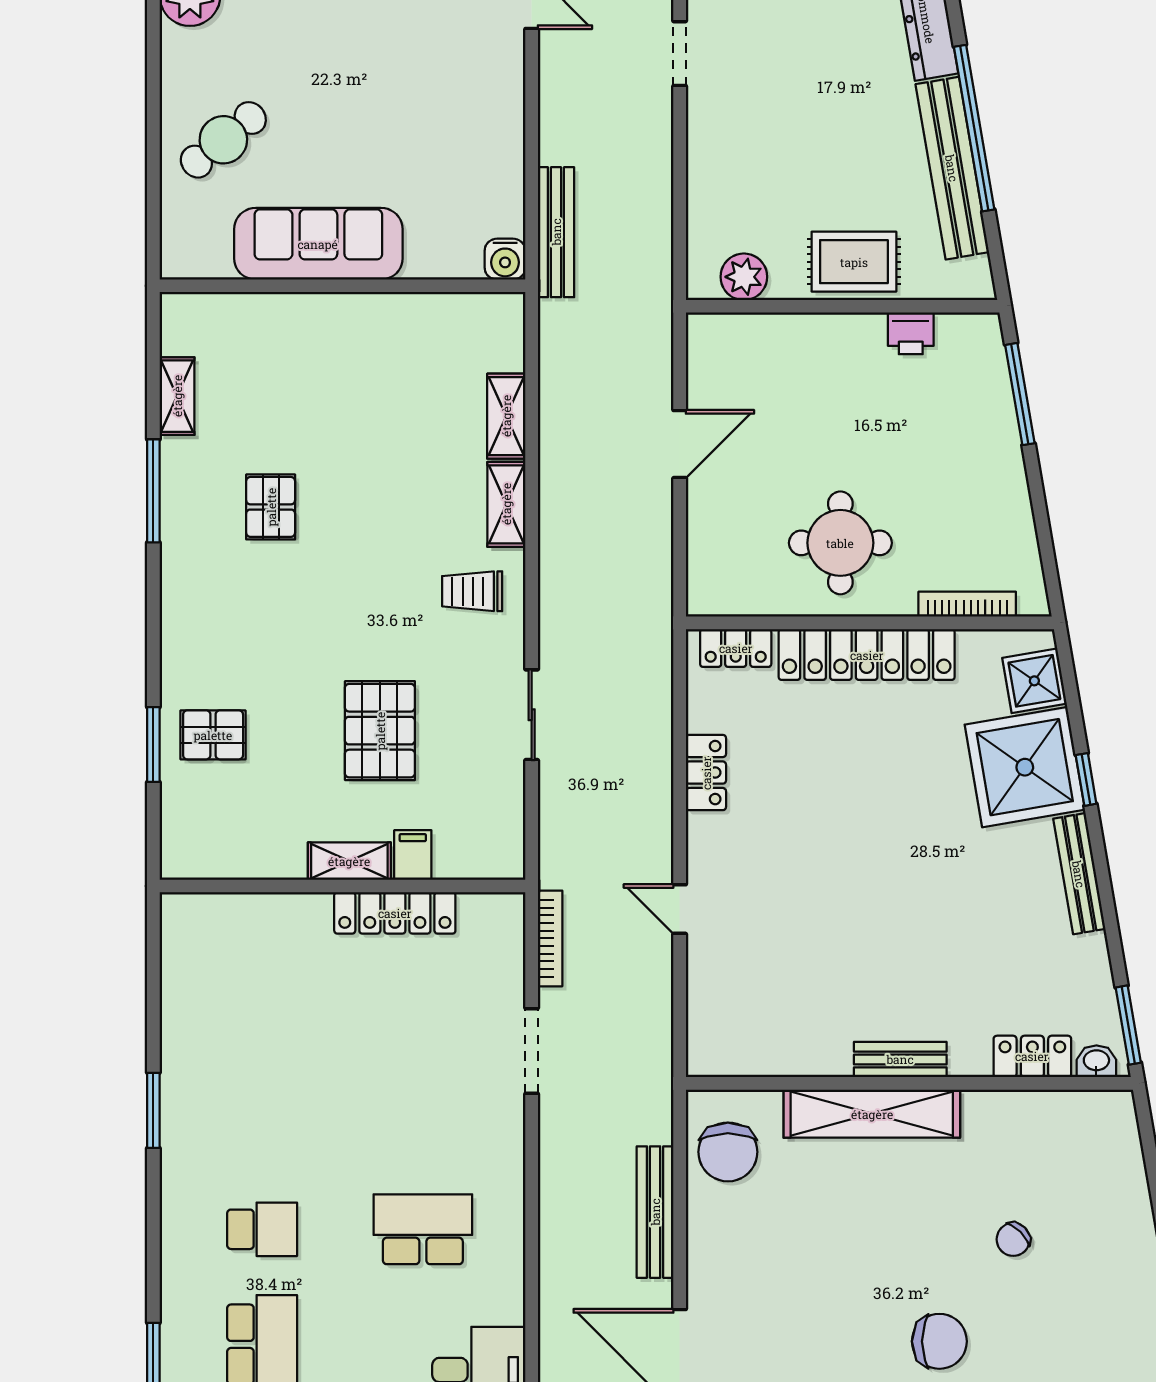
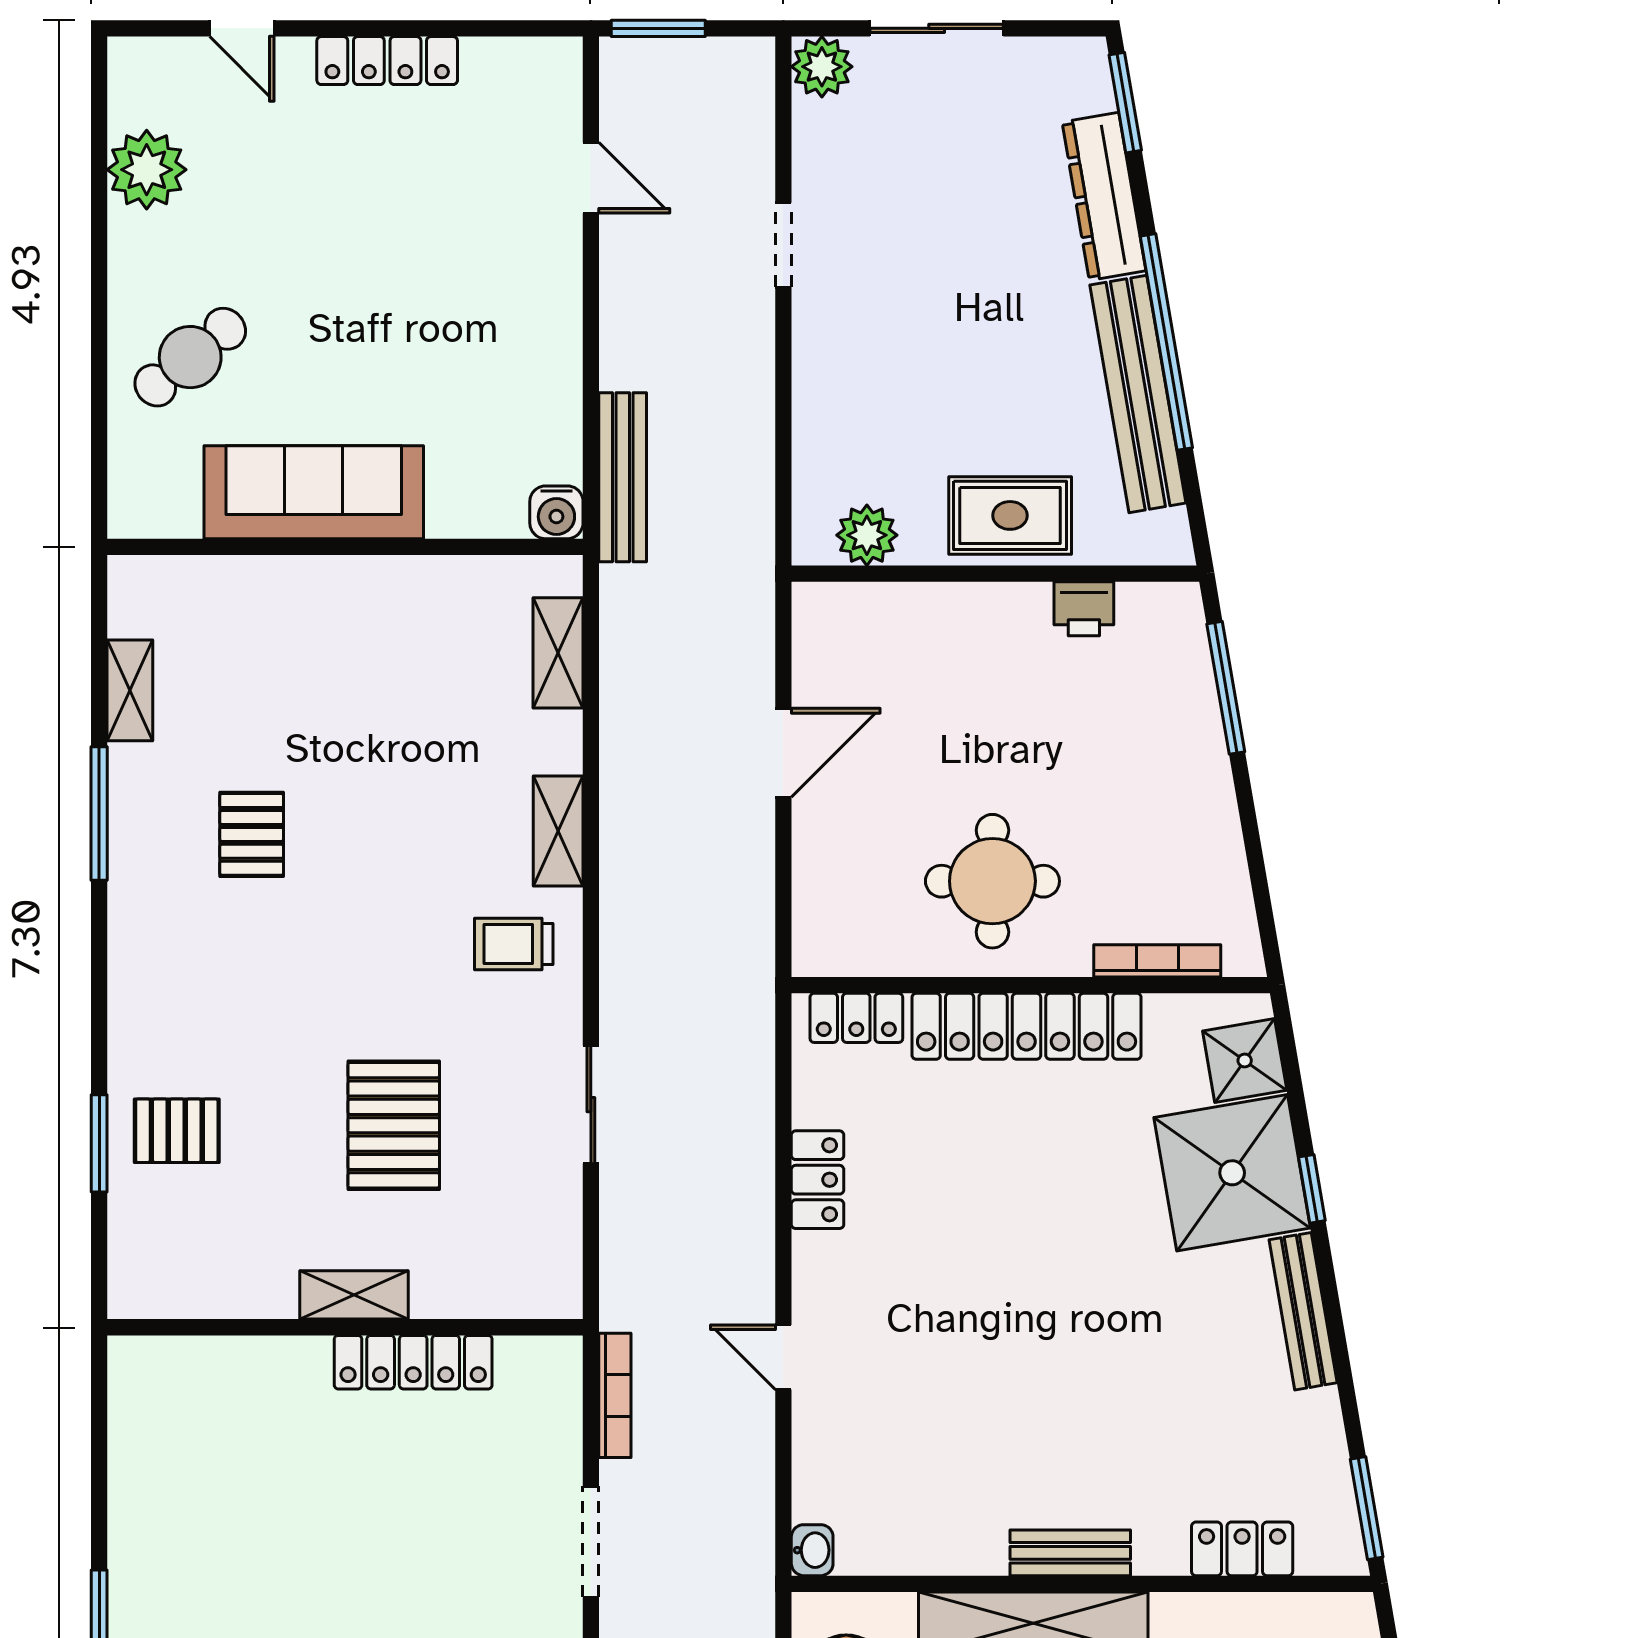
shelving: (506, 416) -> (558, 653), moved
filing cabinet: (413, 855) -> (437, 1287), removed
washbasin: (1096, 1061) -> (812, 1550), moved, turned 90

